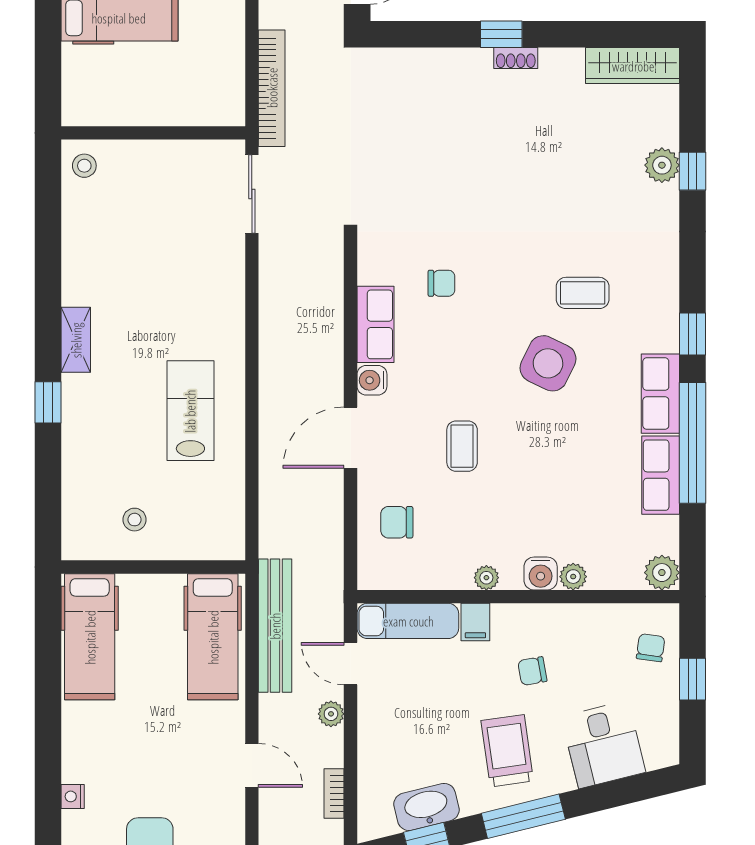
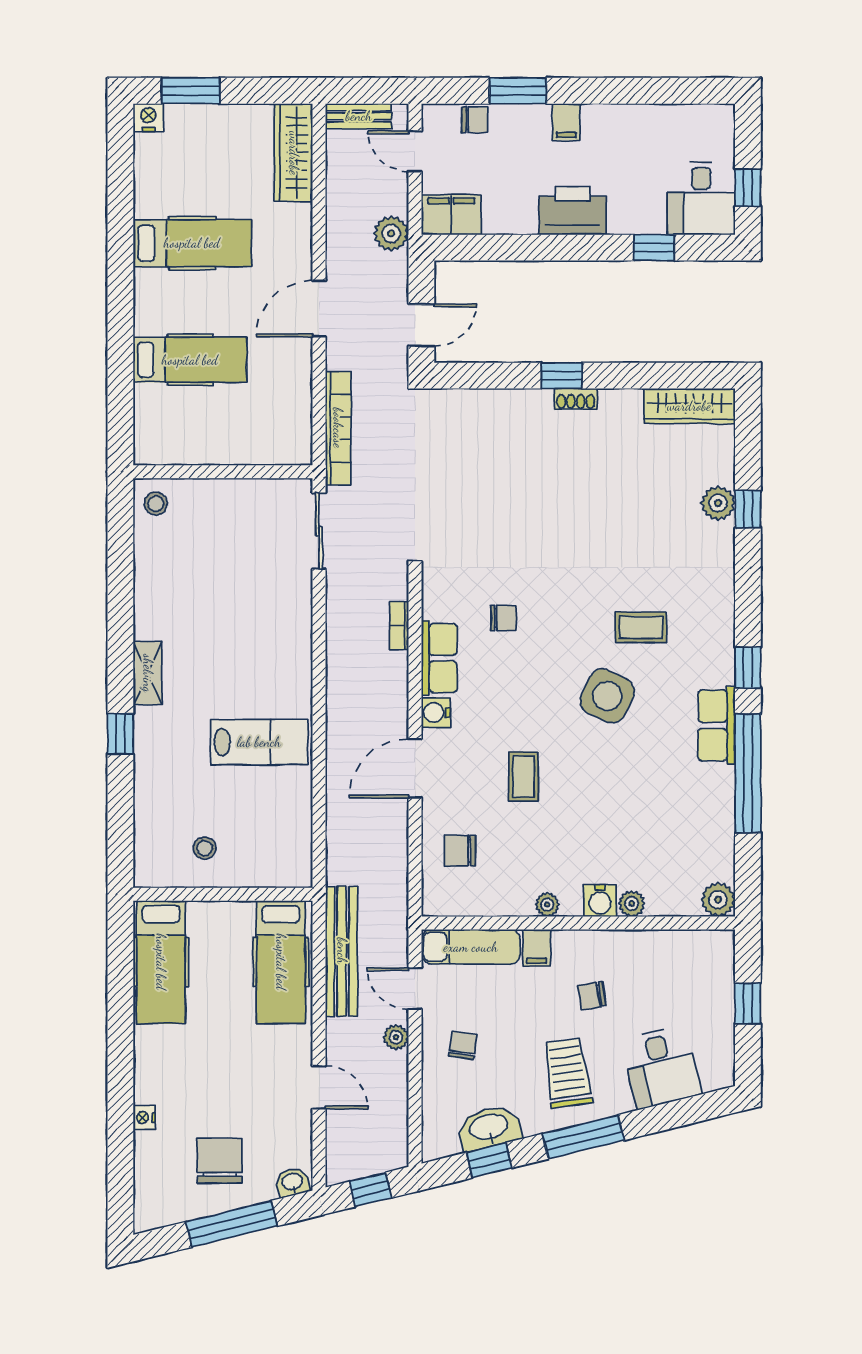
lab bench: (190, 411) -> (259, 742), turned 90
row of seats: (661, 475) -> (717, 805), removed
chair: (651, 648) -> (463, 1045), moved
bookcase: (334, 793) -> (399, 626), moved

